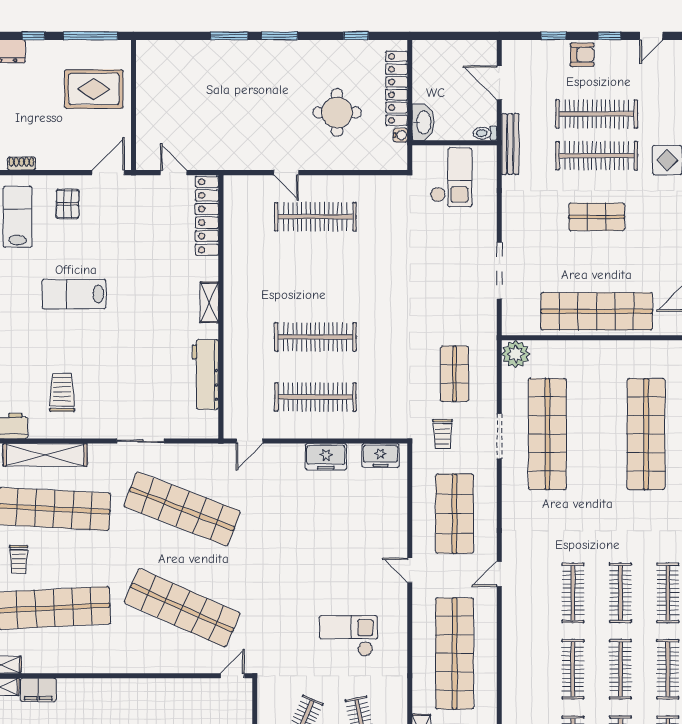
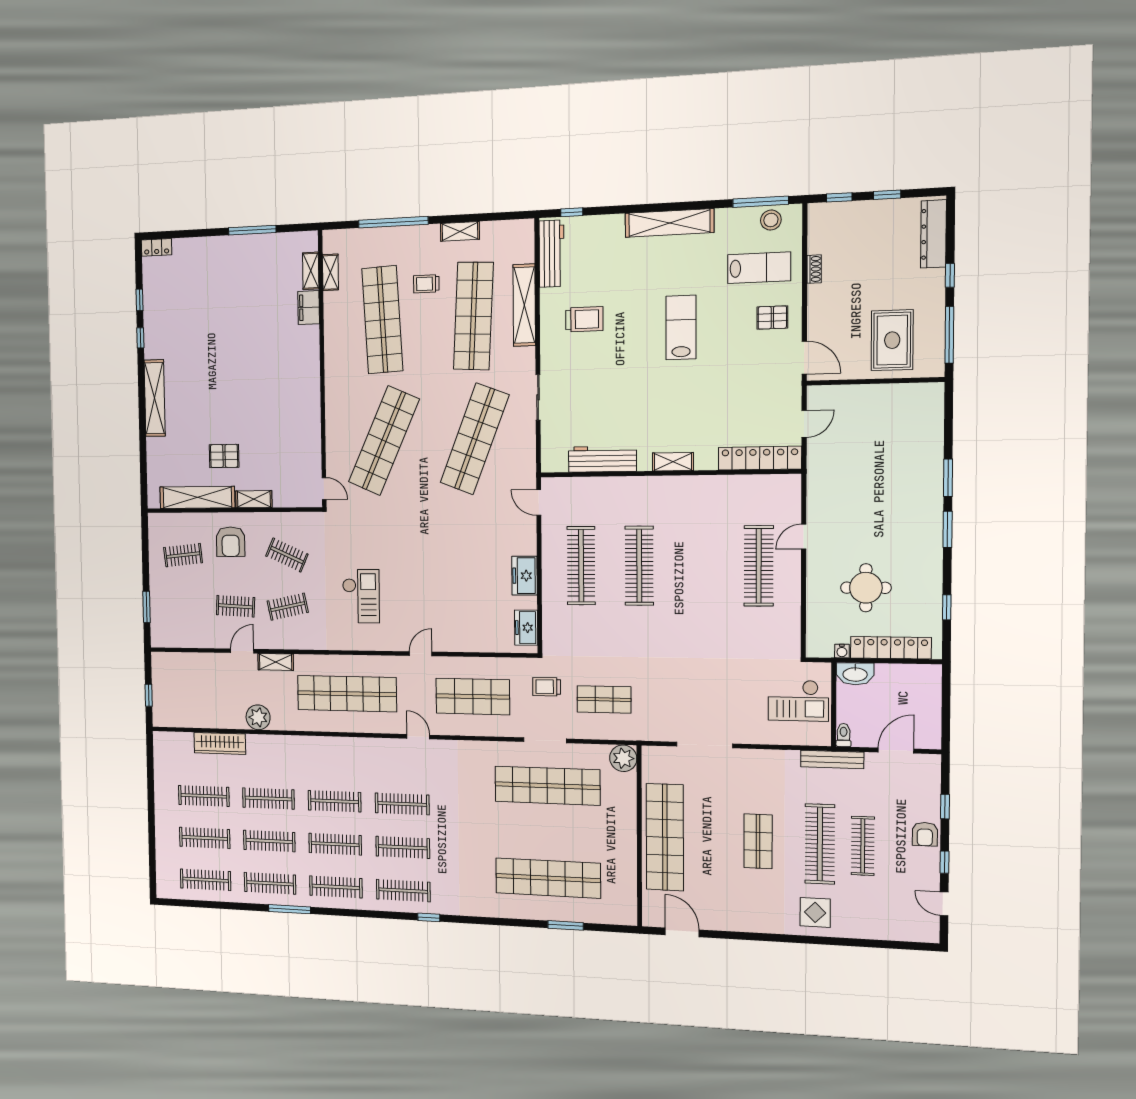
clothes rail: (597, 114) -> (863, 846), width x0.73, depth x0.76

